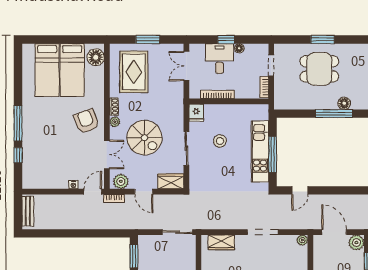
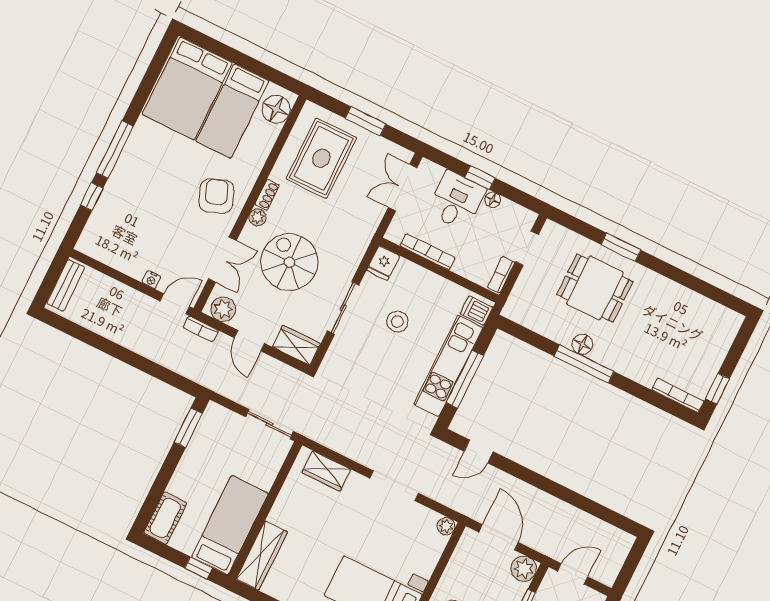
bed: (47, 70) -> (187, 89), width x1.50
floor lamp: (344, 103) -> (582, 344), moved
dishwasher: (260, 113) -> (477, 311), added
spiral stairs: (144, 138) -> (289, 262), turned 180

